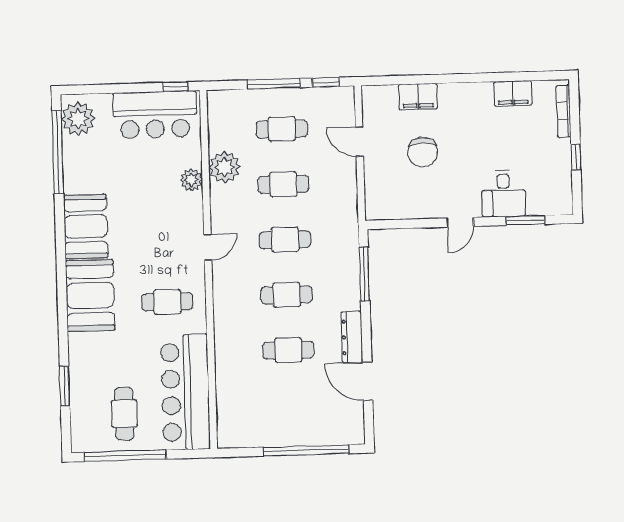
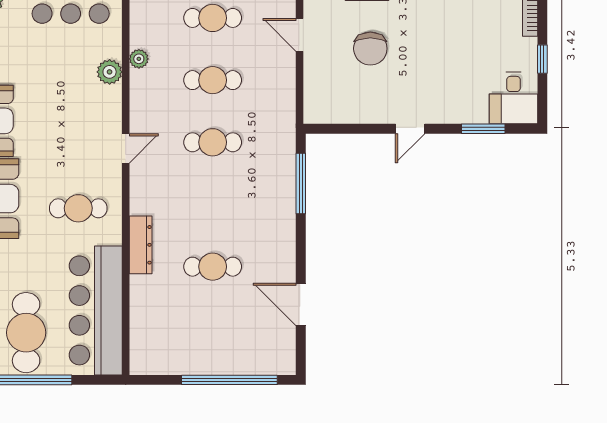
plant: (225, 167) -> (139, 59), width x0.53, depth x0.53
desk: (503, 194) -> (513, 98), moved
cafe table: (287, 295) -> (213, 204), removed
dresser: (352, 337) -> (141, 245), moved, turned 180
cafe table: (124, 414) -> (26, 333), width x1.37, depth x1.35

